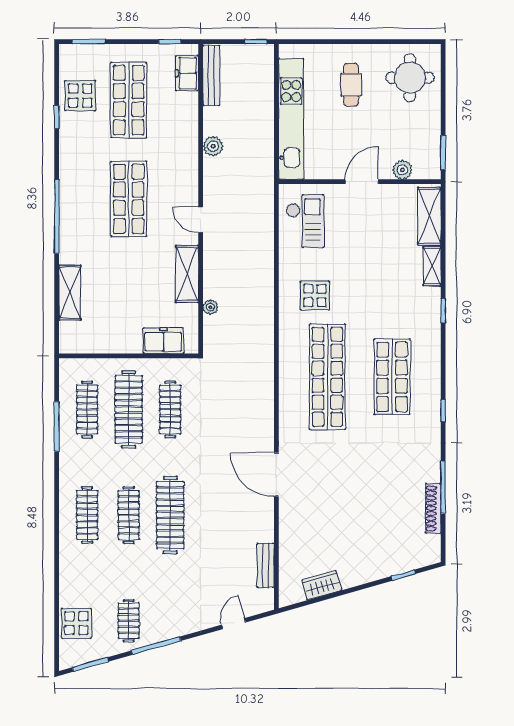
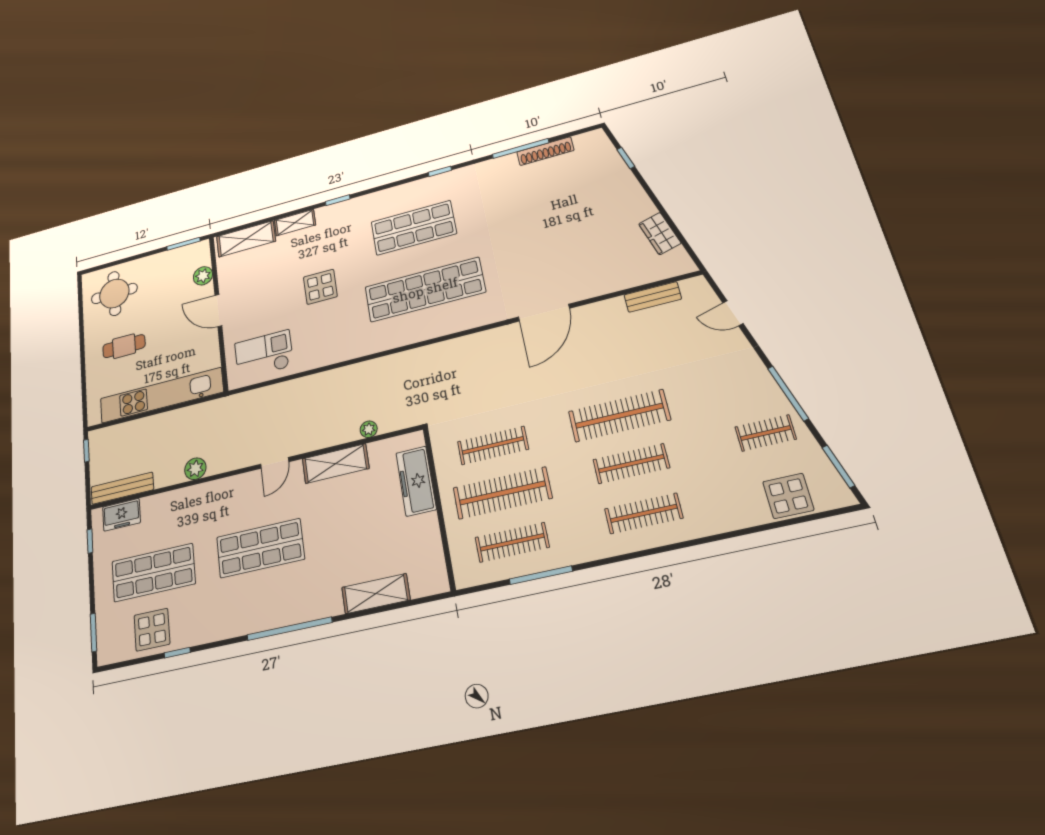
display table: (315, 296) -> (320, 287), moved
freezer: (163, 341) -> (416, 481), width x1.40

